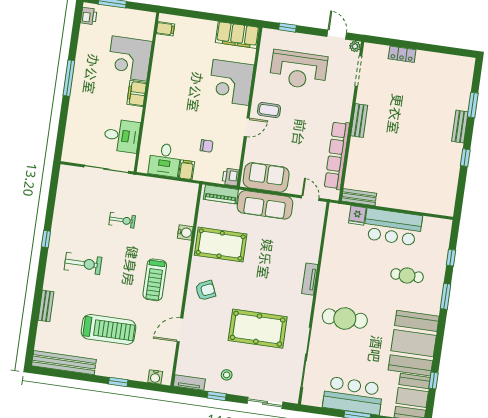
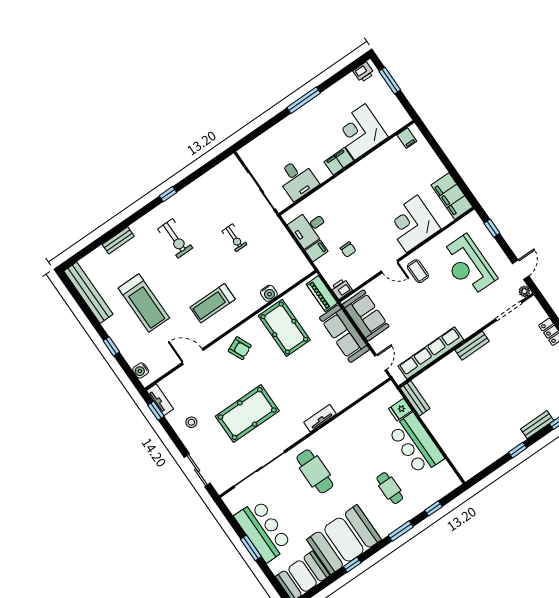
pool table: (258, 329) -> (247, 414), turned 90
window: (434, 380) -> (352, 565), moved
window: (217, 396) -> (156, 411), moved

